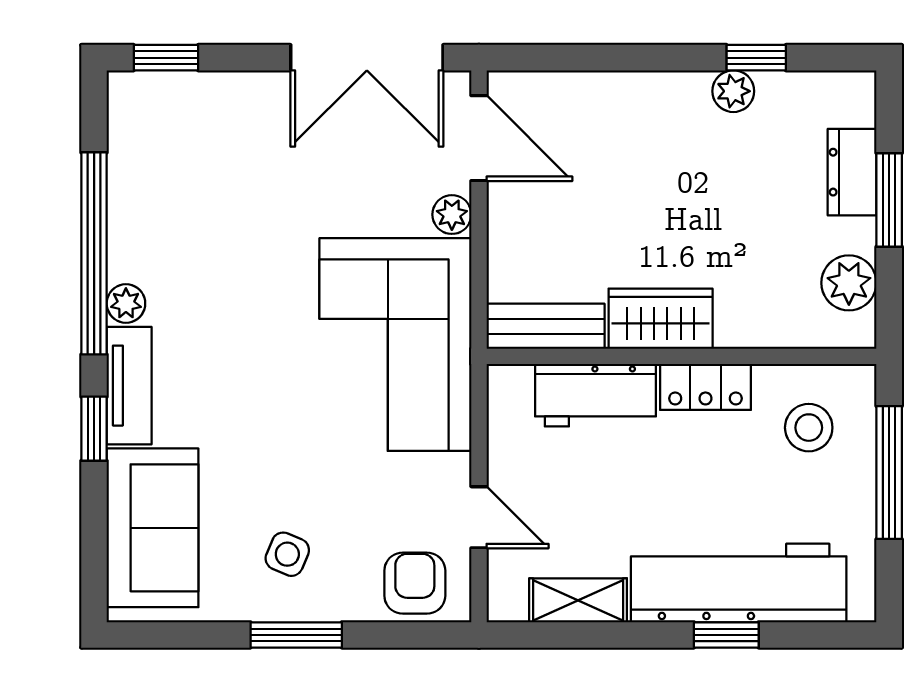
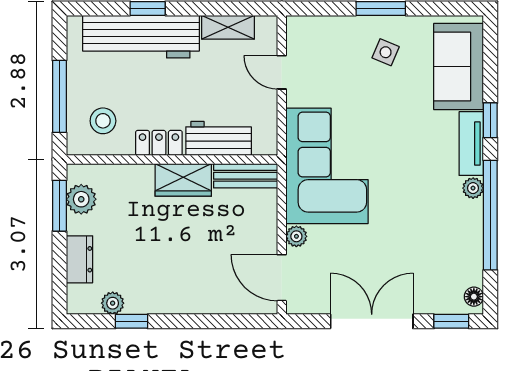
double door: (367, 58) -> (372, 321), moved
plant: (733, 91) -> (113, 303), moved
floor lamp: (124, 103) -> (474, 297), added
window: (889, 200) -> (59, 206), moved
armchair: (415, 583) -> (316, 37), removed

